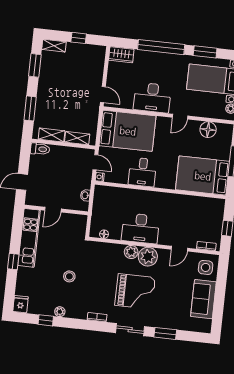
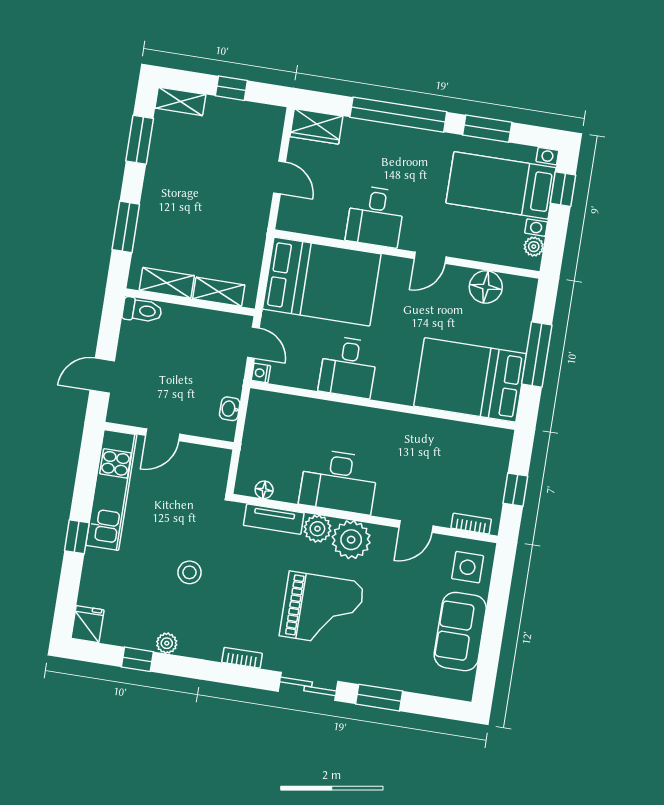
door: (103, 94) -> (280, 177), moved
desk: (152, 98) -> (375, 216), width x0.73
tv unit: (109, 248) -> (274, 519), added

